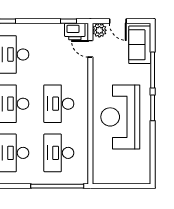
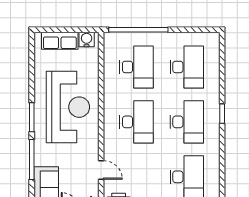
door: (90, 49) -> (101, 170), moved
row of seats: (127, 176) -> (60, 41), added
water cooler: (104, 177) -> (87, 39), added

